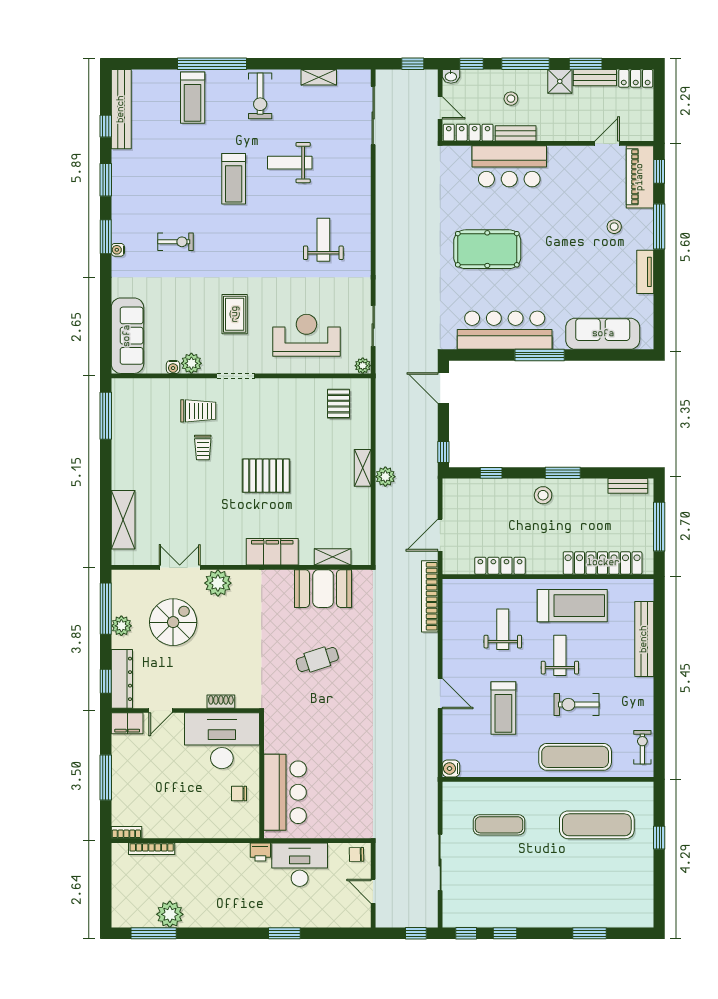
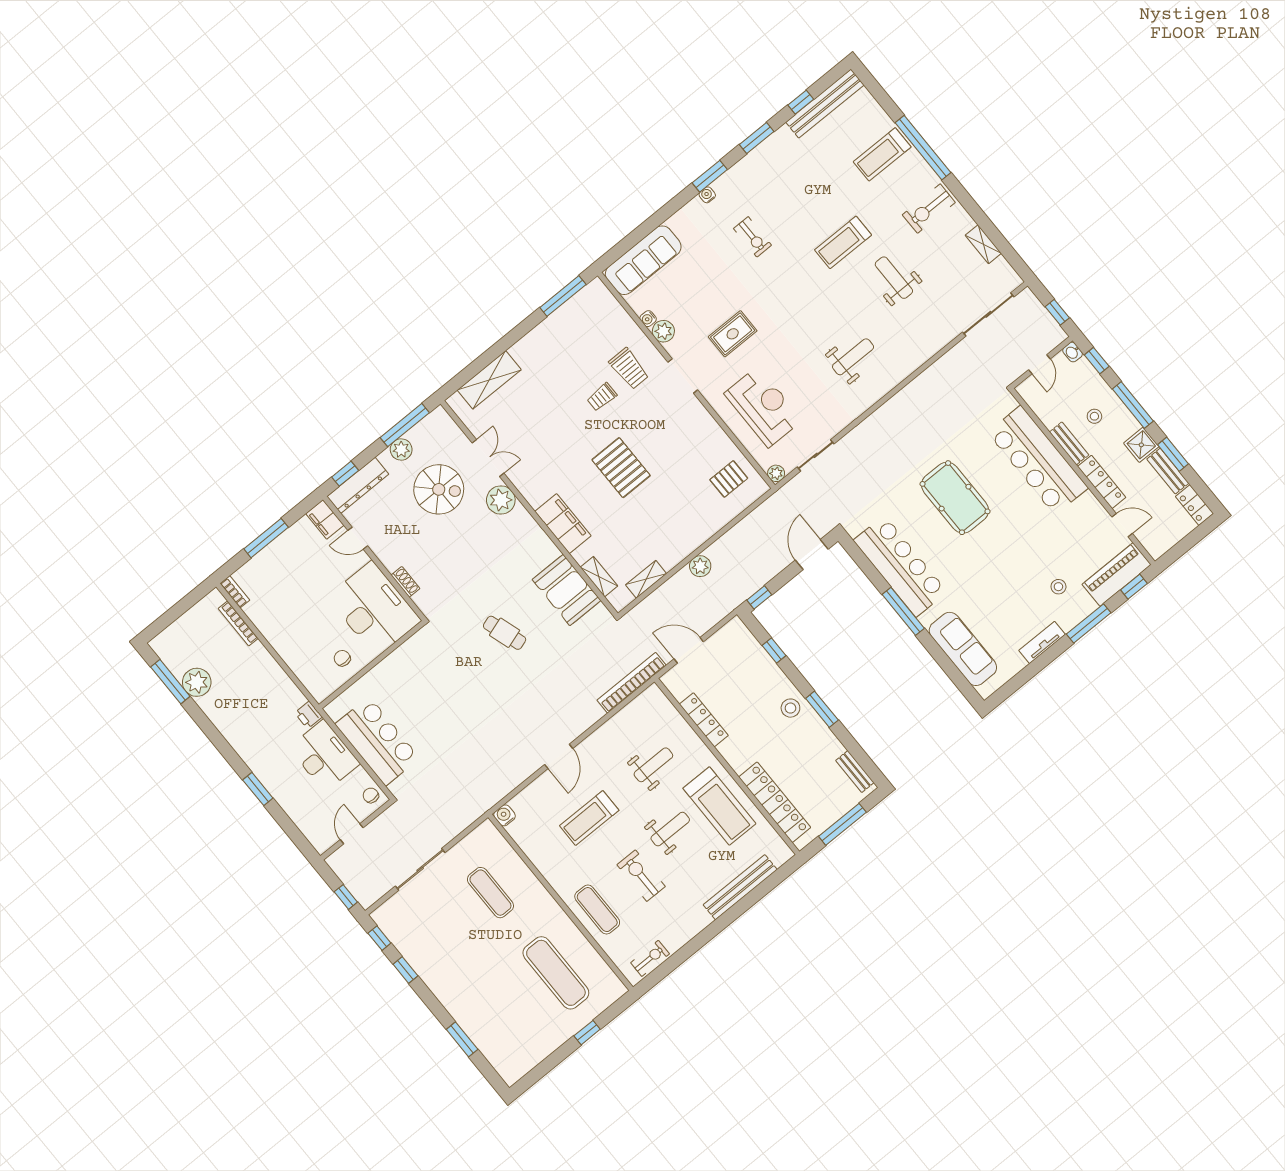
locker: (468, 133) -> (1102, 482), moved
bar counter: (509, 166) -> (1038, 460), width x1.36
shelving: (363, 468) -> (646, 579), moved
exercise mat: (575, 757) -> (597, 910), width x0.73, depth x0.69
bar counter: (285, 792) -> (377, 741), moved, turned -90

